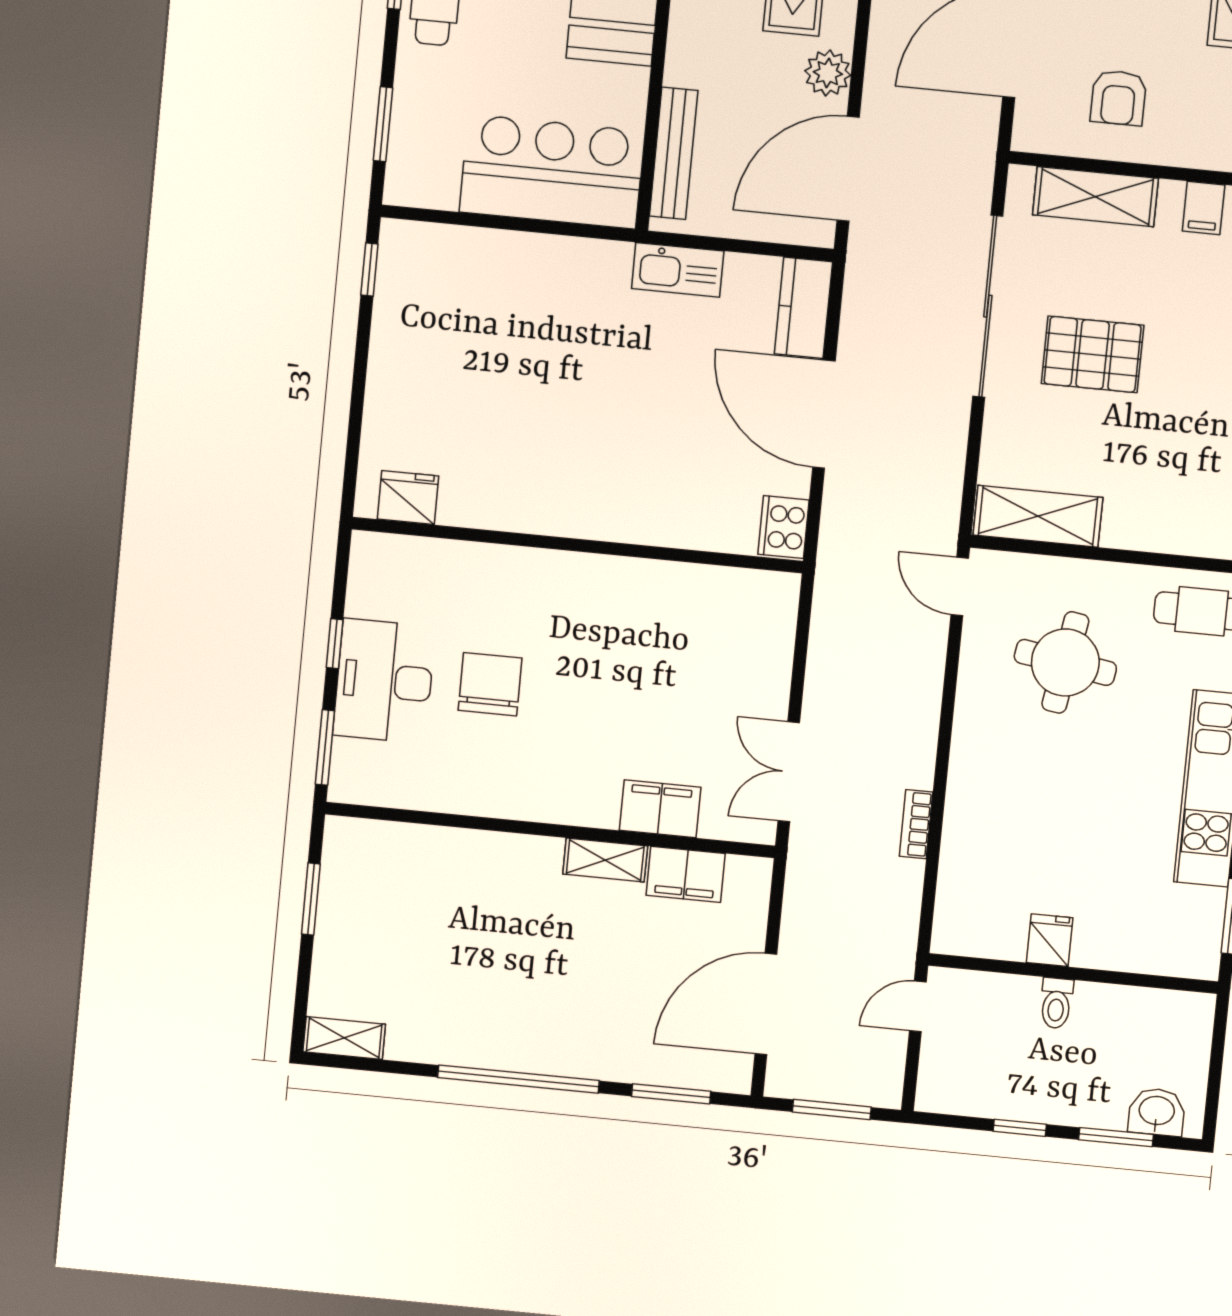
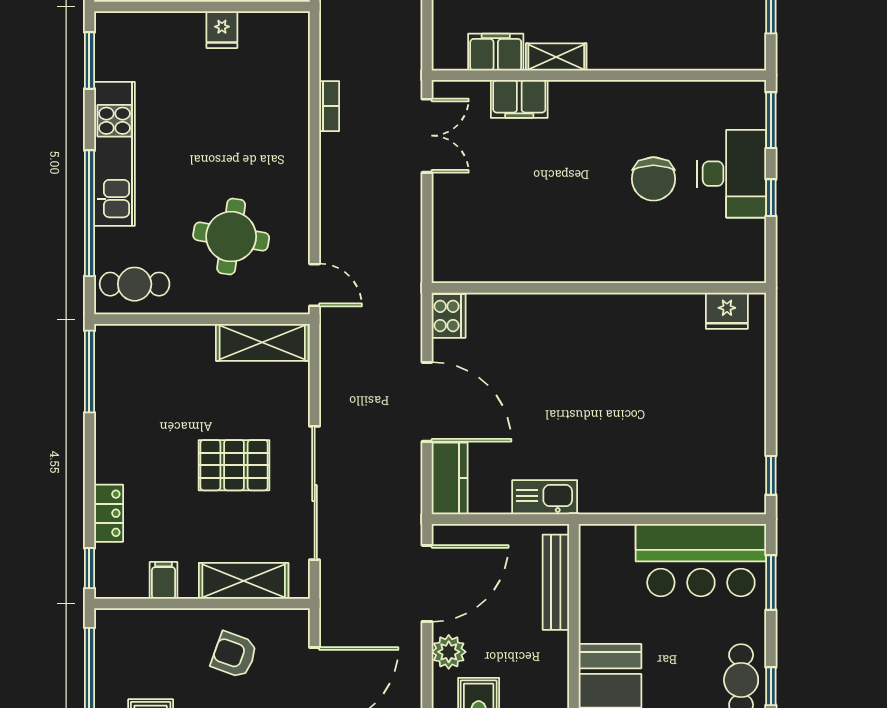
armchair: (1118, 98) -> (234, 655), turned -70
bar counter: (552, 172) -> (701, 560), moved

